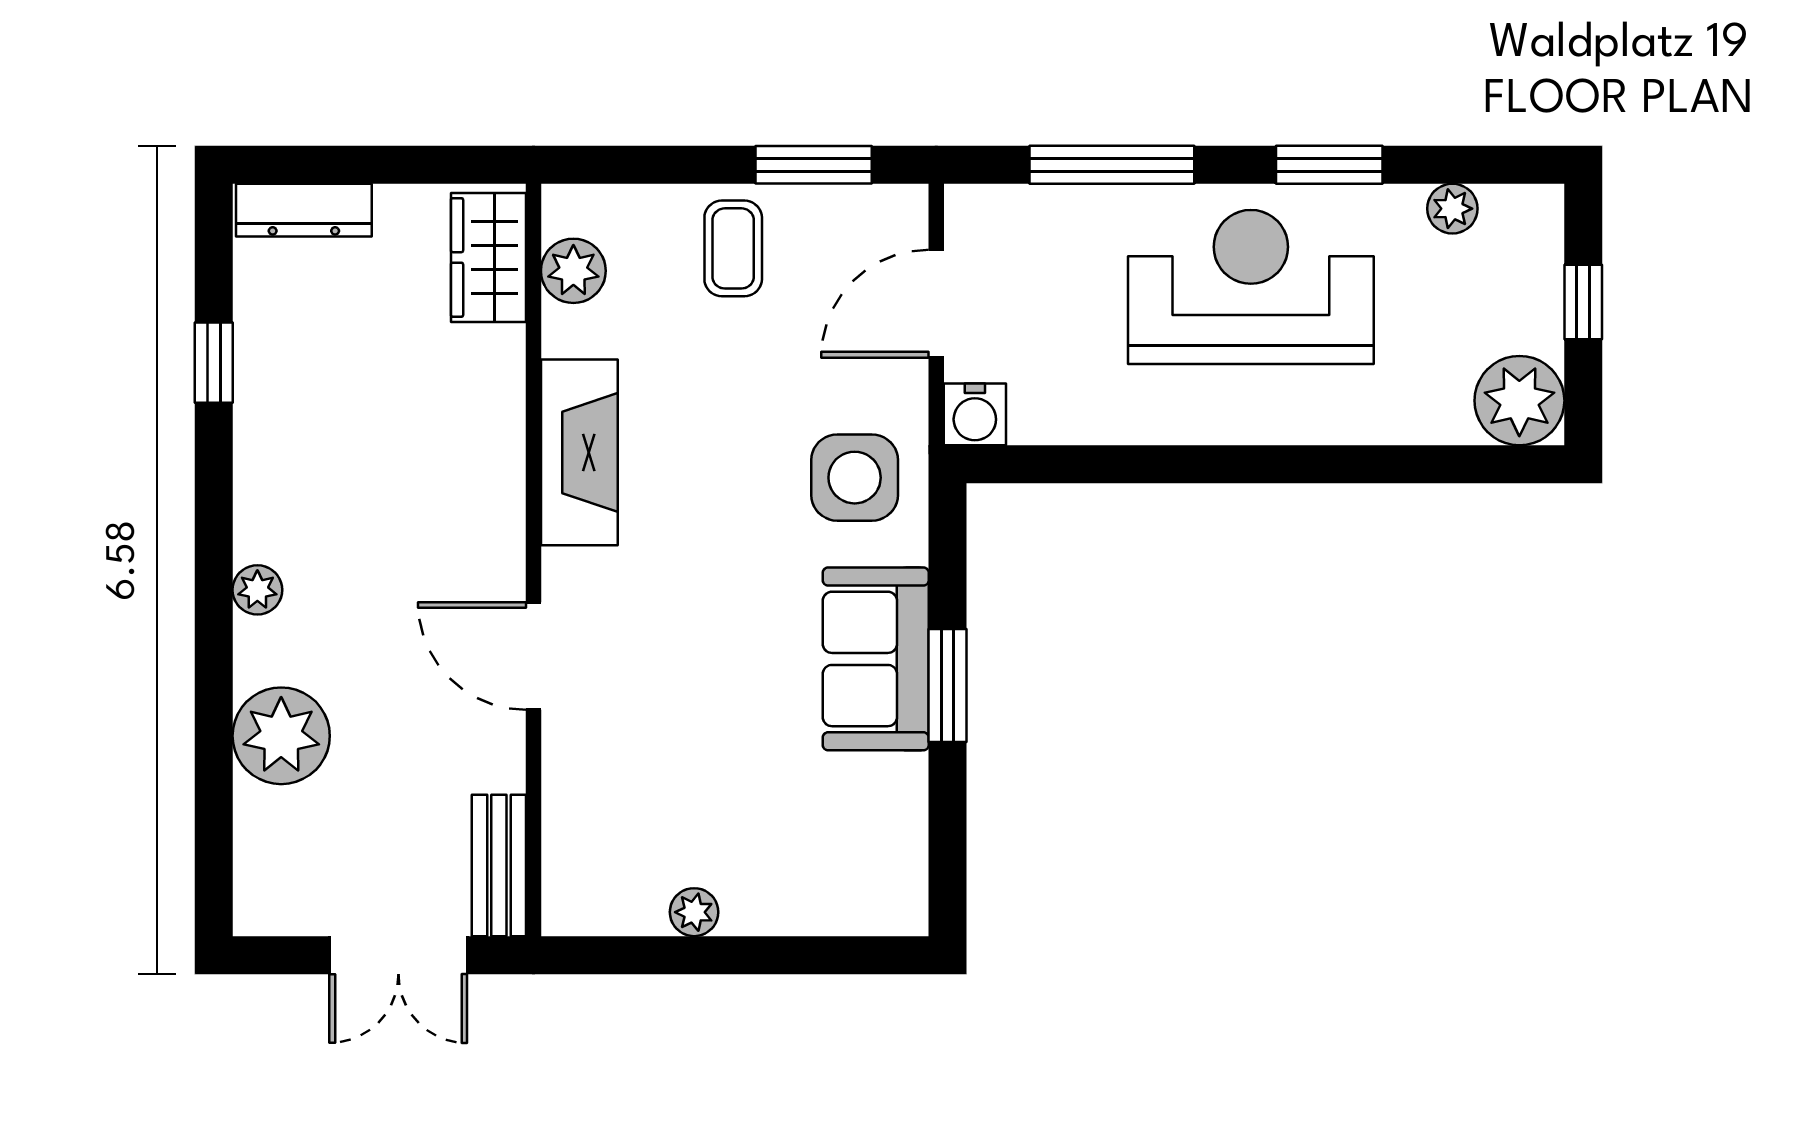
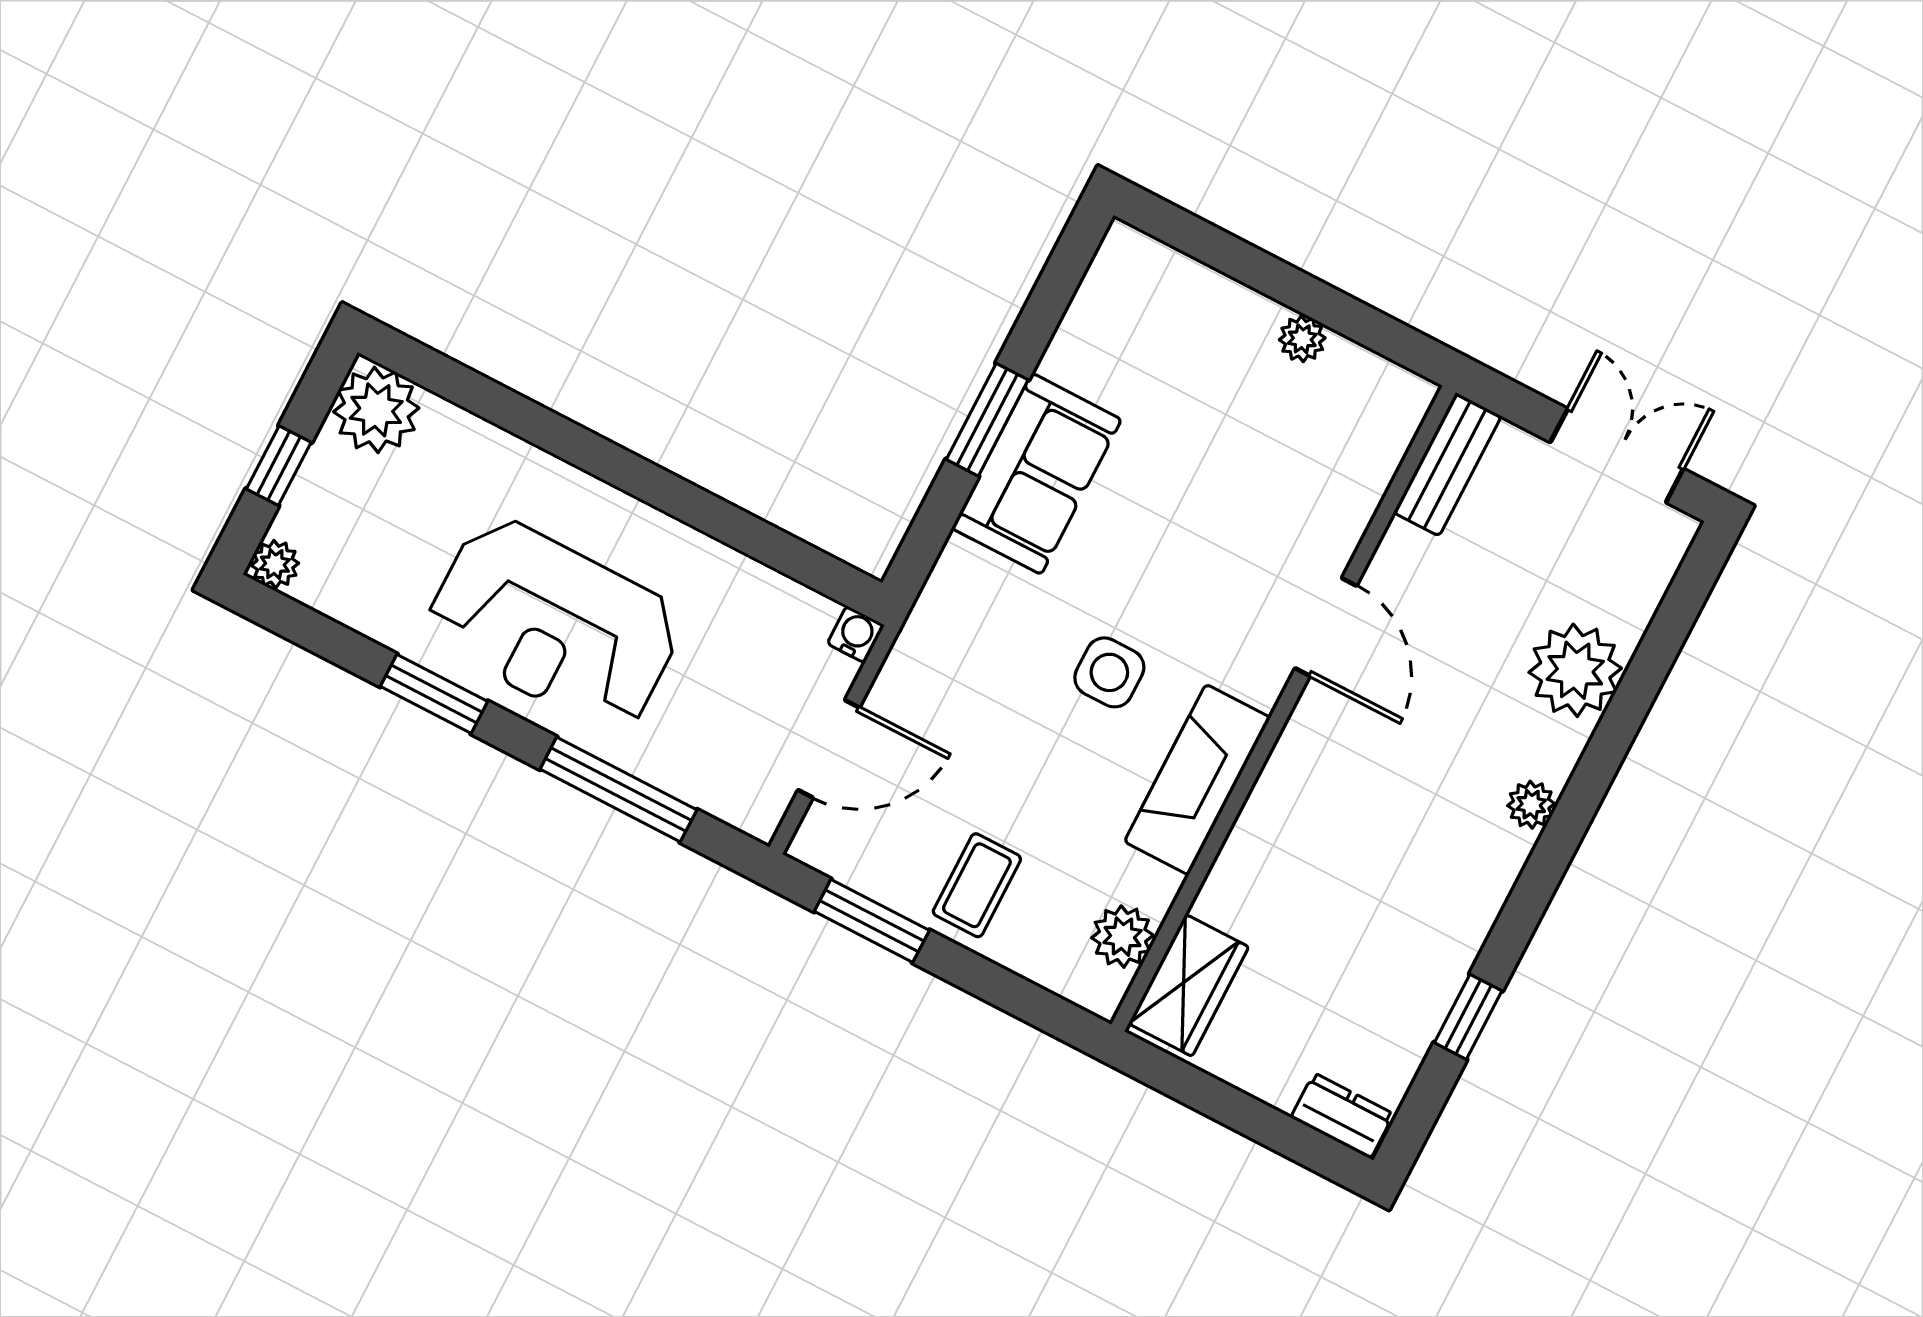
plant: (1452, 209) -> (275, 564), moved
dresser: (304, 210) -> (1342, 1116), width x0.70
water cooler: (975, 414) -> (856, 634), width x0.72, depth x0.72
side table: (855, 478) -> (1109, 672), moved, width x0.73, depth x0.73
double door: (398, 955) -> (1617, 456), moved

